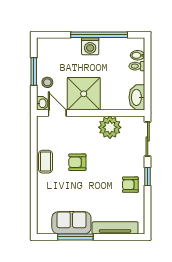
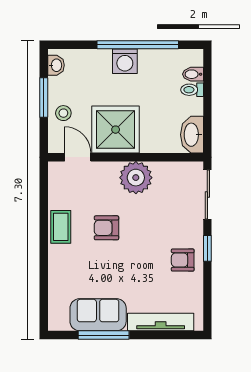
washbasin: (42, 103) -> (56, 65), moved
plant: (110, 127) -> (136, 178), moved

